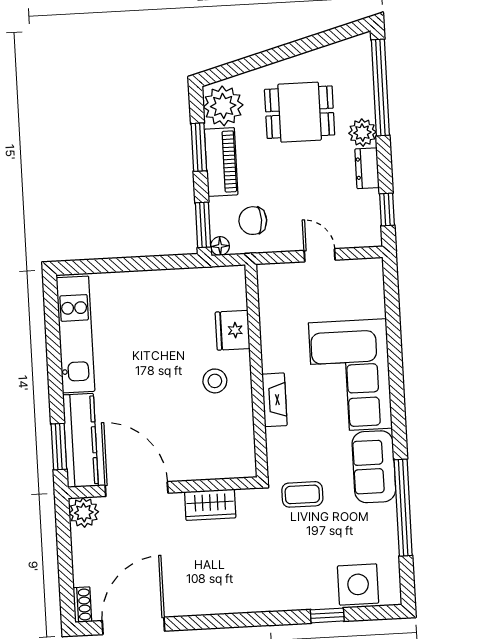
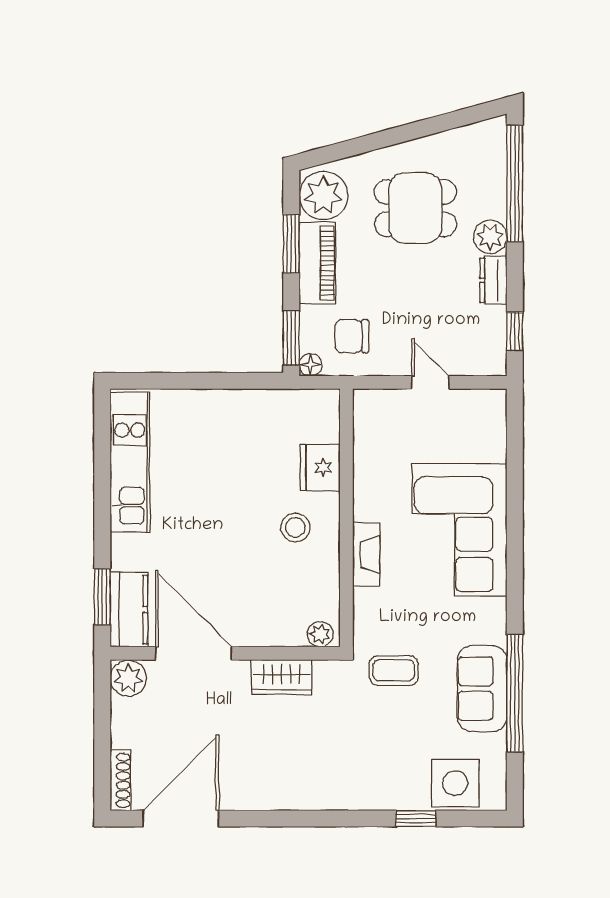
kitchen counter: (80, 440) -> (129, 610), width x0.67
sofa: (374, 467) -> (482, 689), moved
plant: (240, 468) -> (320, 634), added
shoe rack: (82, 605) -> (120, 780), width x1.43

